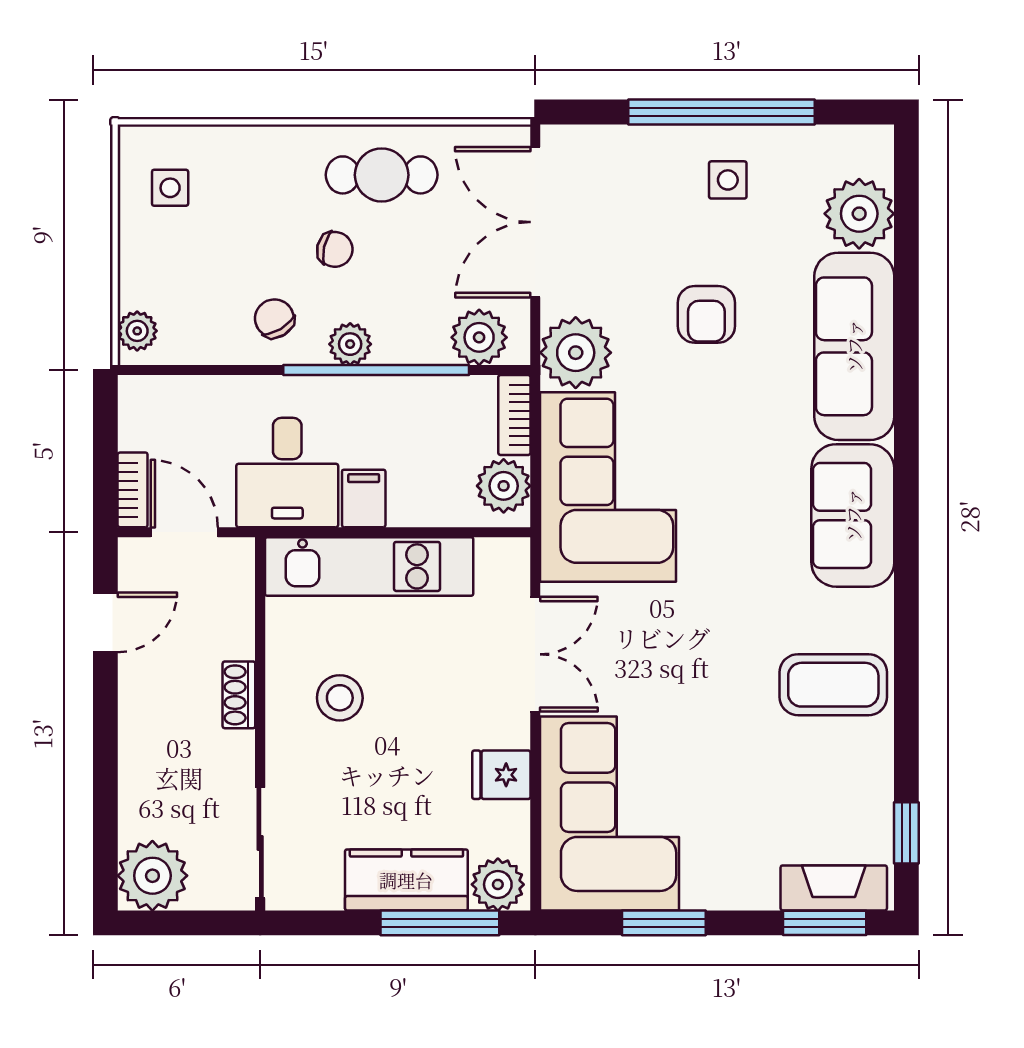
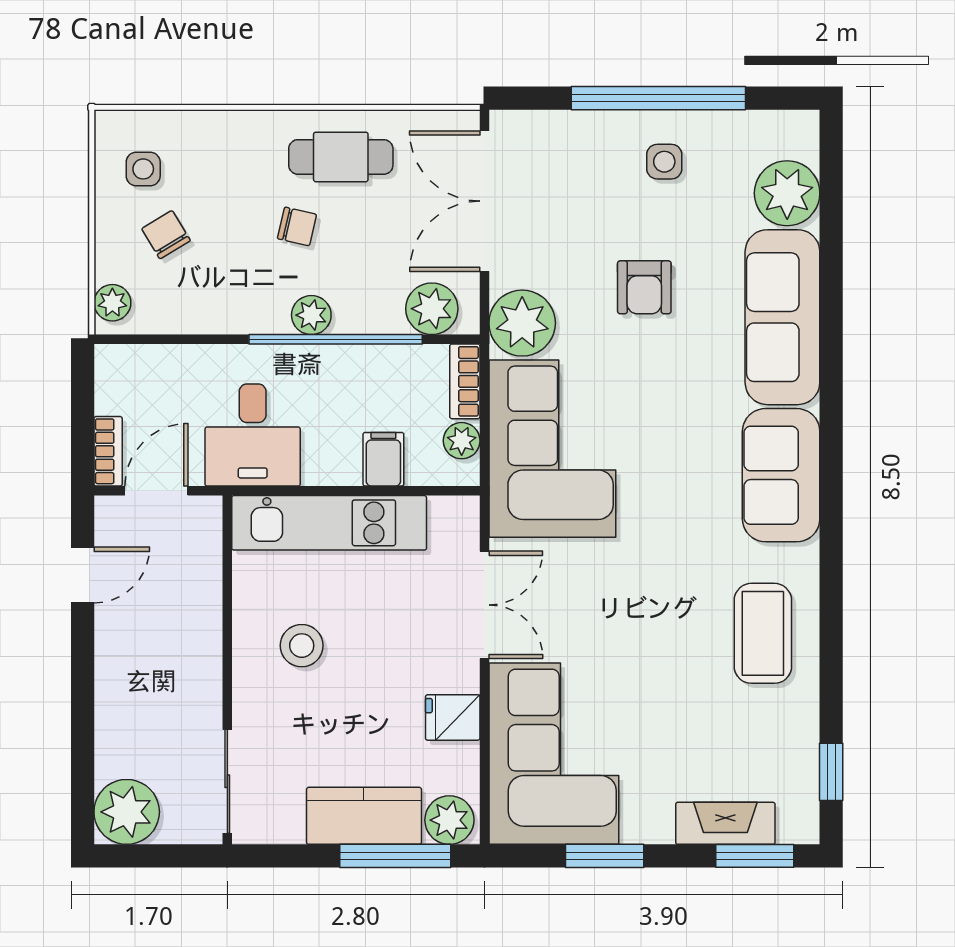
chair: (274, 318) -> (166, 235), moved
plant: (504, 486) -> (462, 441), width x0.73, depth x0.73
filing cabinet: (364, 498) -> (383, 459), moved
door: (184, 532) -> (156, 491), hinge flipped
coffee table: (833, 685) -> (763, 633), turned 90
shoe rack: (239, 695) -> (207, 643), removed
fireplace: (834, 888) -> (725, 823), moved

